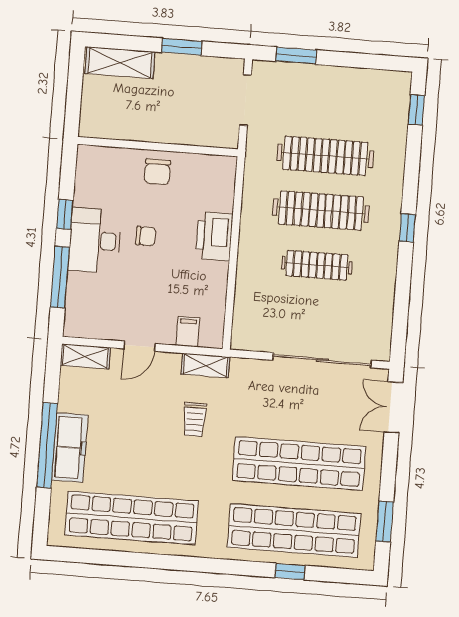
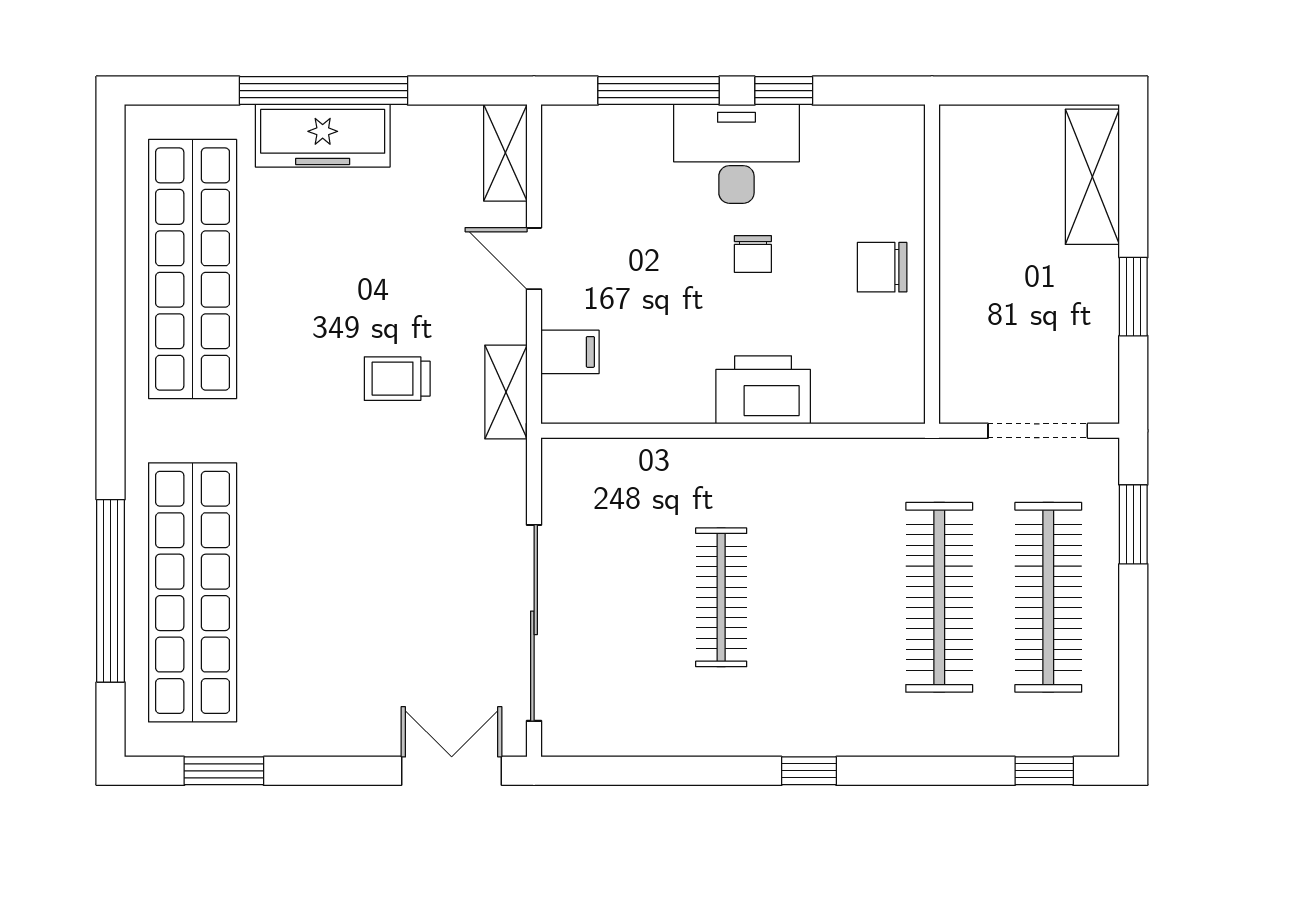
clothes rail: (321, 211) -> (1048, 597), moved
shop shelf: (299, 464) -> (326, 592), removed
window: (290, 572) -> (111, 591), width x3.17

